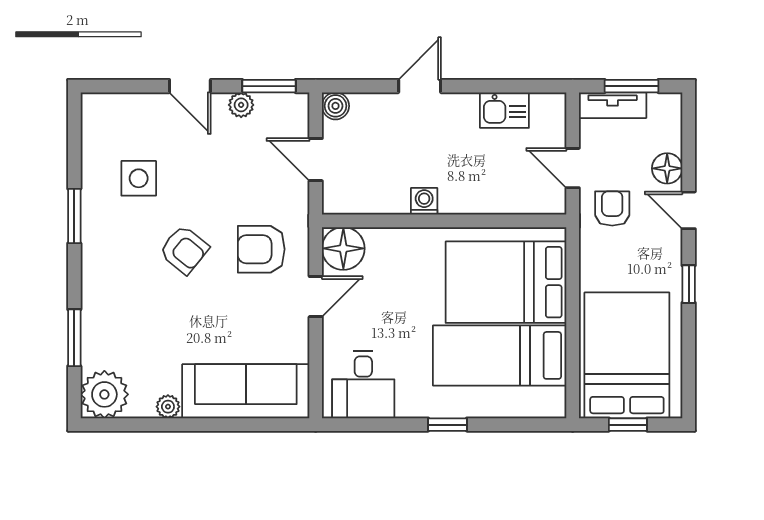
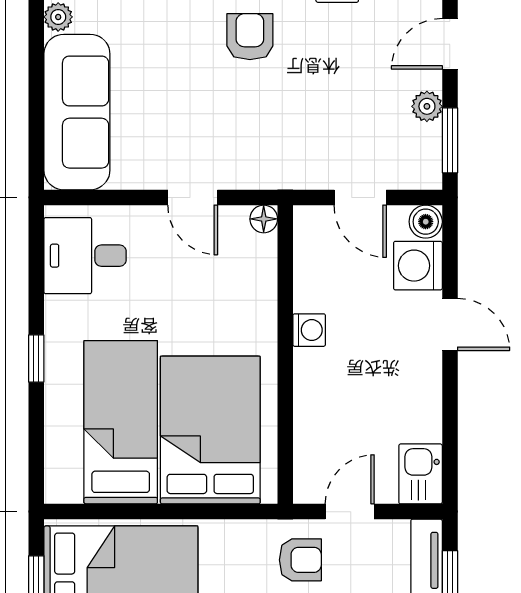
kitchen sink: (504, 110) -> (421, 474), moved
washing machine: (371, 112) -> (418, 266), added
door: (316, 160) -> (360, 197), swing flipped
floor lamp: (343, 248) -> (264, 219), width x0.53, depth x0.53
armchair: (261, 249) -> (251, 131), removed
armchair: (184, 250) -> (250, 37), turned 141

